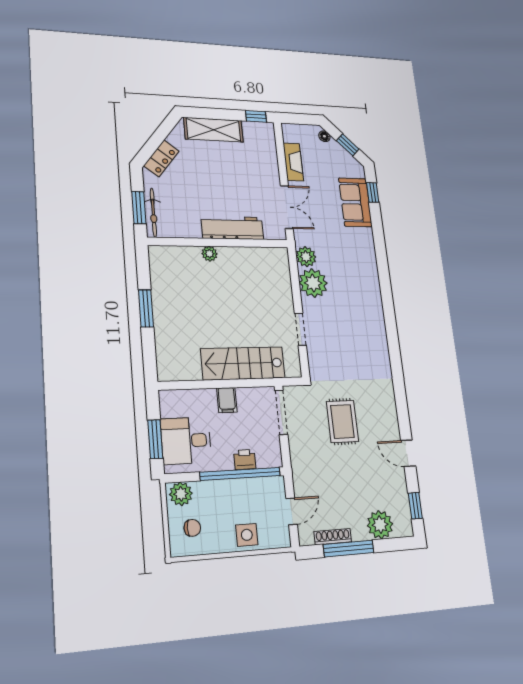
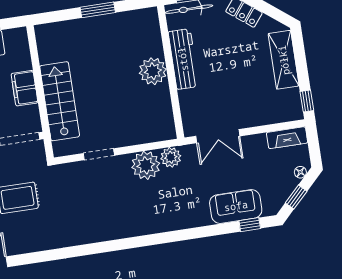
fireplace: (293, 162) -> (287, 138), moved
workbench: (232, 228) -> (183, 59), moved
plant: (210, 254) -> (153, 71), width x1.87, depth x1.87
filing cabinet: (227, 400) -> (25, 88), width x2.00

